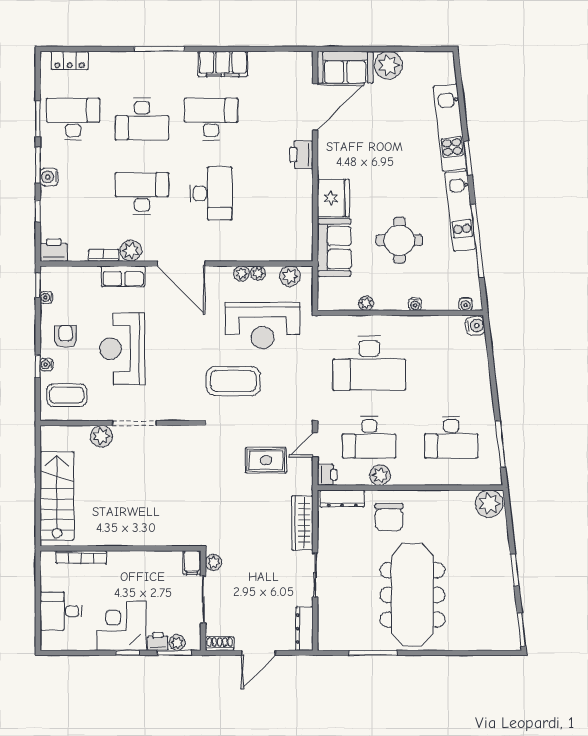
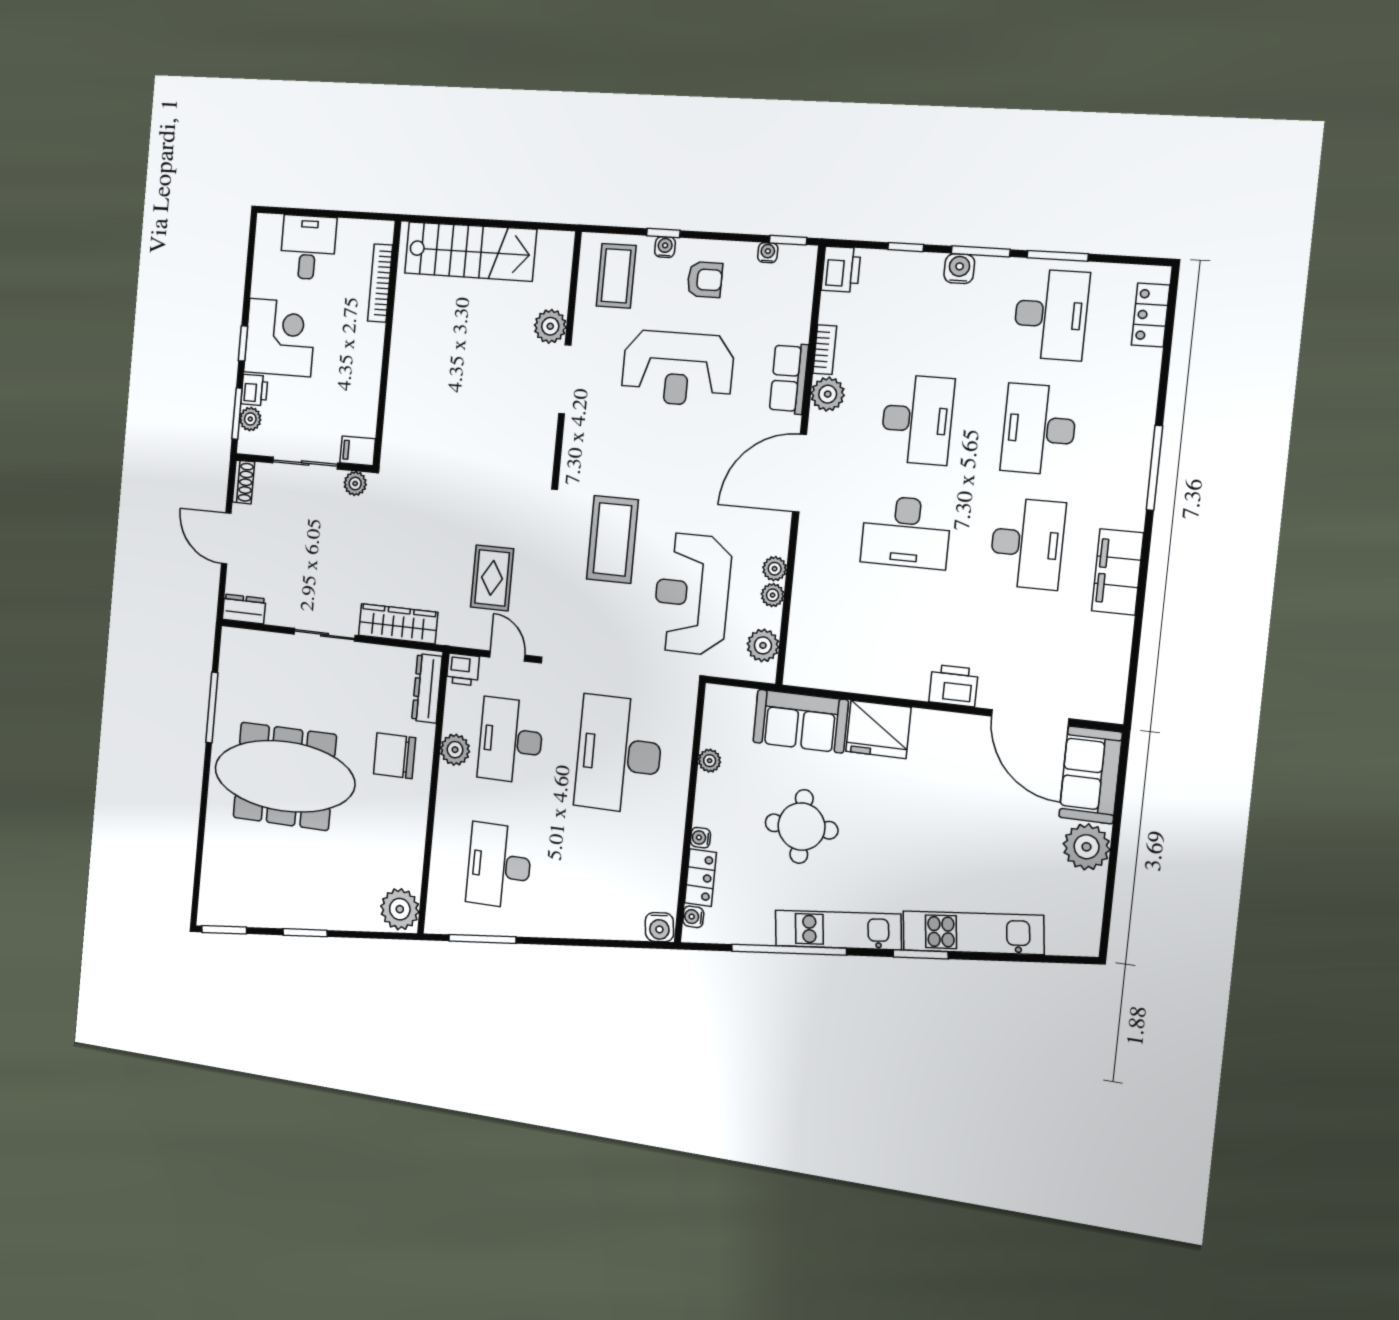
locker: (440, 302) -> (701, 878), added
reception desk: (122, 349) -> (678, 368), turned 180
dresser: (304, 629) -> (244, 609), width x0.70

